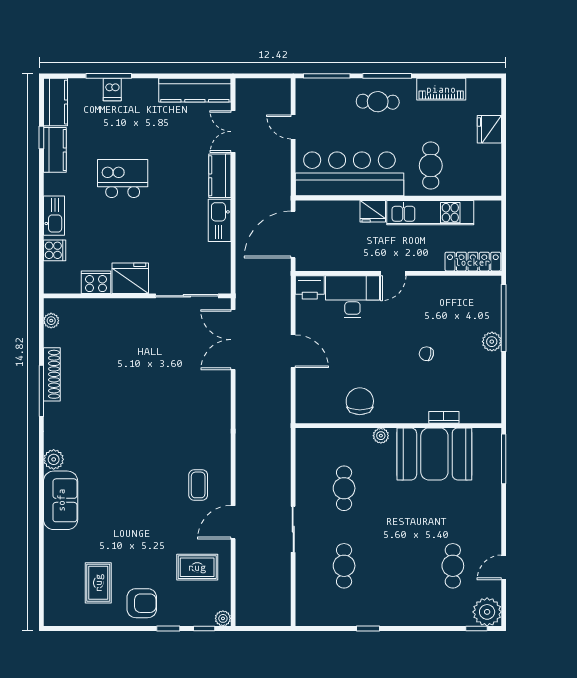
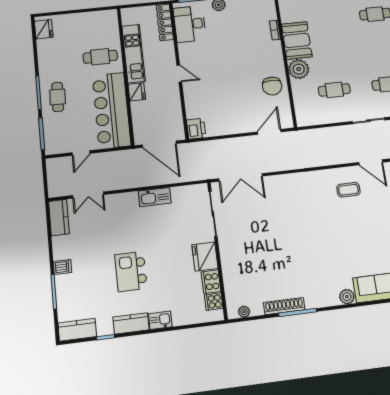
piano: (441, 89) -> (45, 55), removed
dishwasher: (112, 90) -> (62, 267), moved
kitchen counter: (195, 90) -> (59, 218), width x0.67
fridge: (489, 129) -> (44, 29), moved, turned -90
kitchen counter: (55, 150) -> (131, 323), moved
kitchen counter: (220, 176) -> (122, 201), removed
kitchen sink: (54, 216) -> (160, 320), width x0.73
cooker: (55, 250) -> (214, 302), moved, turned -90
desk: (352, 297) -> (190, 24), moved
door: (293, 351) -> (269, 132), moved
chair: (426, 354) -> (233, 46), removed
chair: (360, 401) -> (272, 86), turned -90
plant: (381, 436) -> (299, 69), width x1.87, depth x1.87
booth: (434, 454) -> (297, 40), width x0.73, depth x0.70

